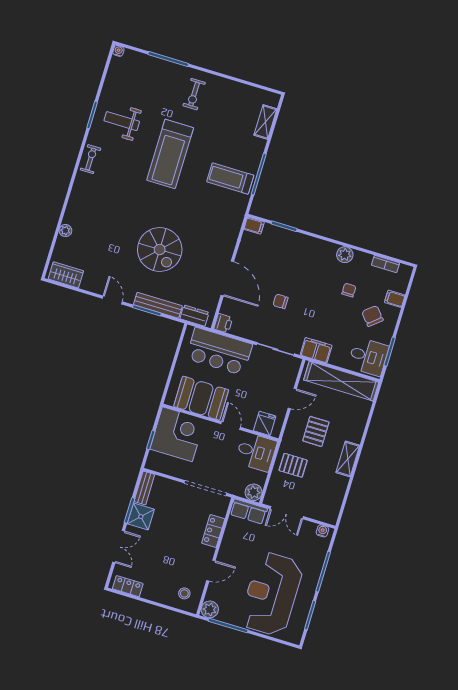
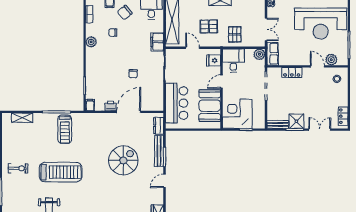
printer: (223, 323) -> (111, 106), moved
plant: (210, 609) -> (331, 60), moved

